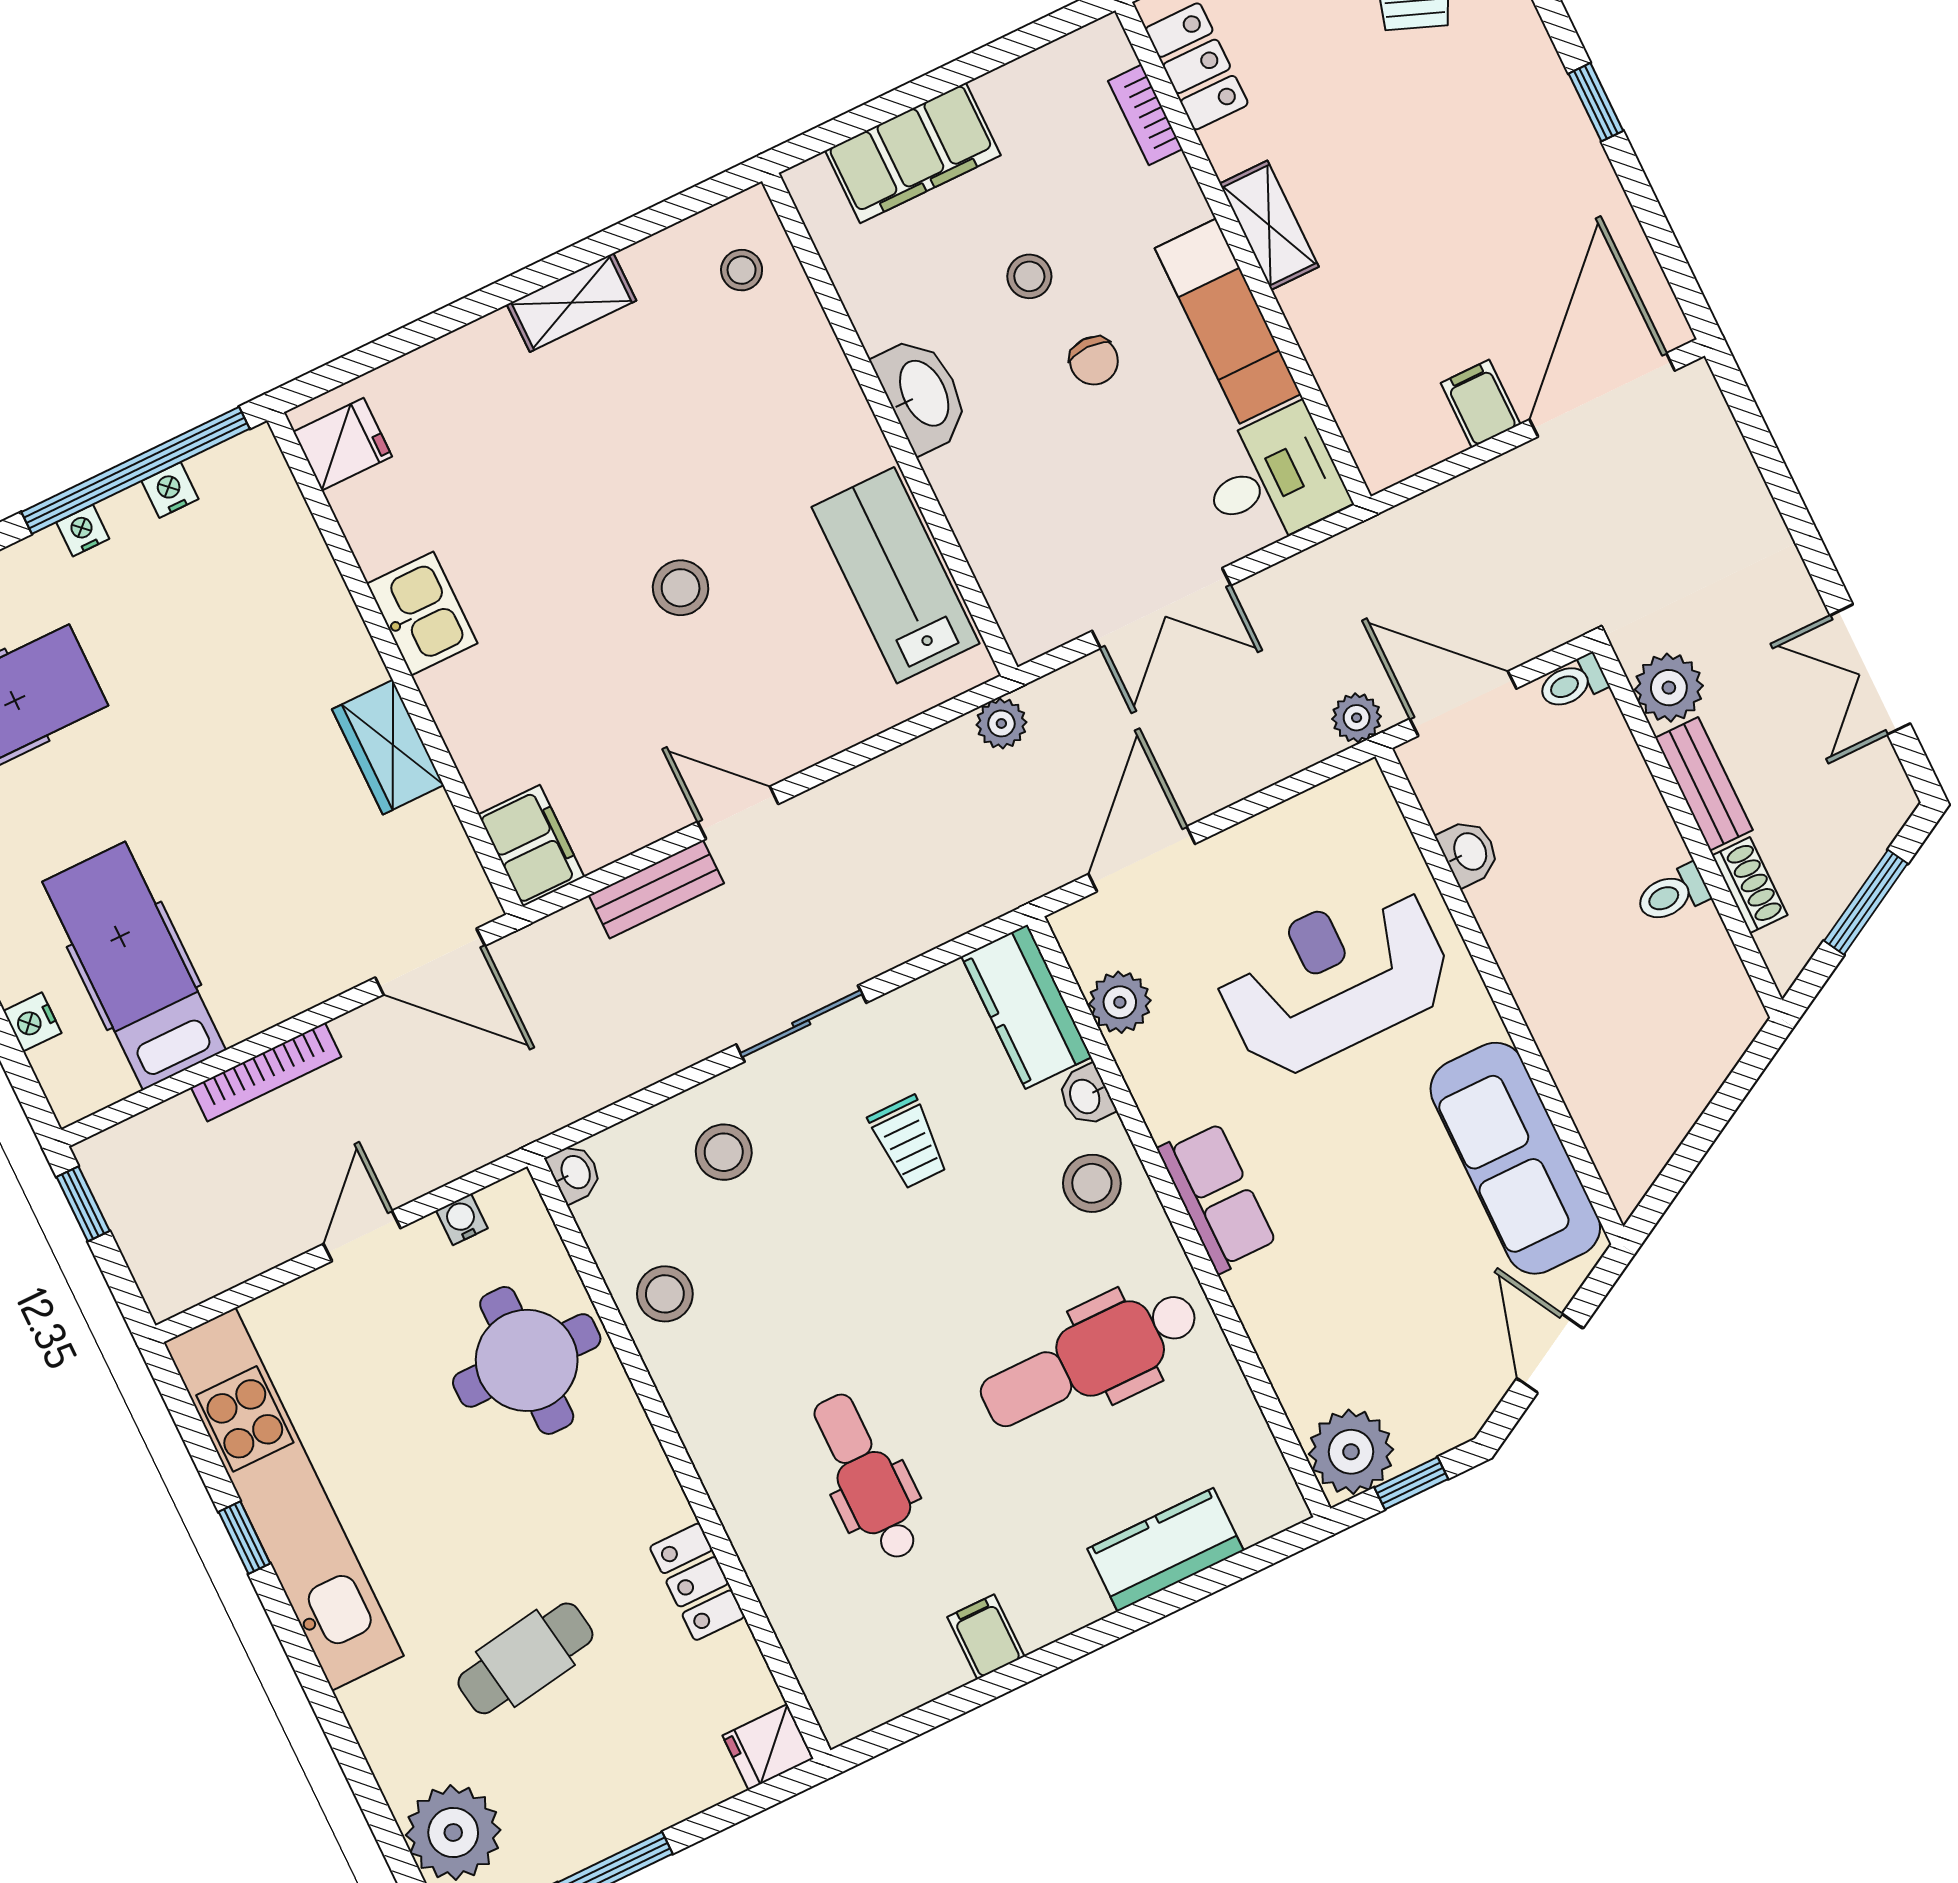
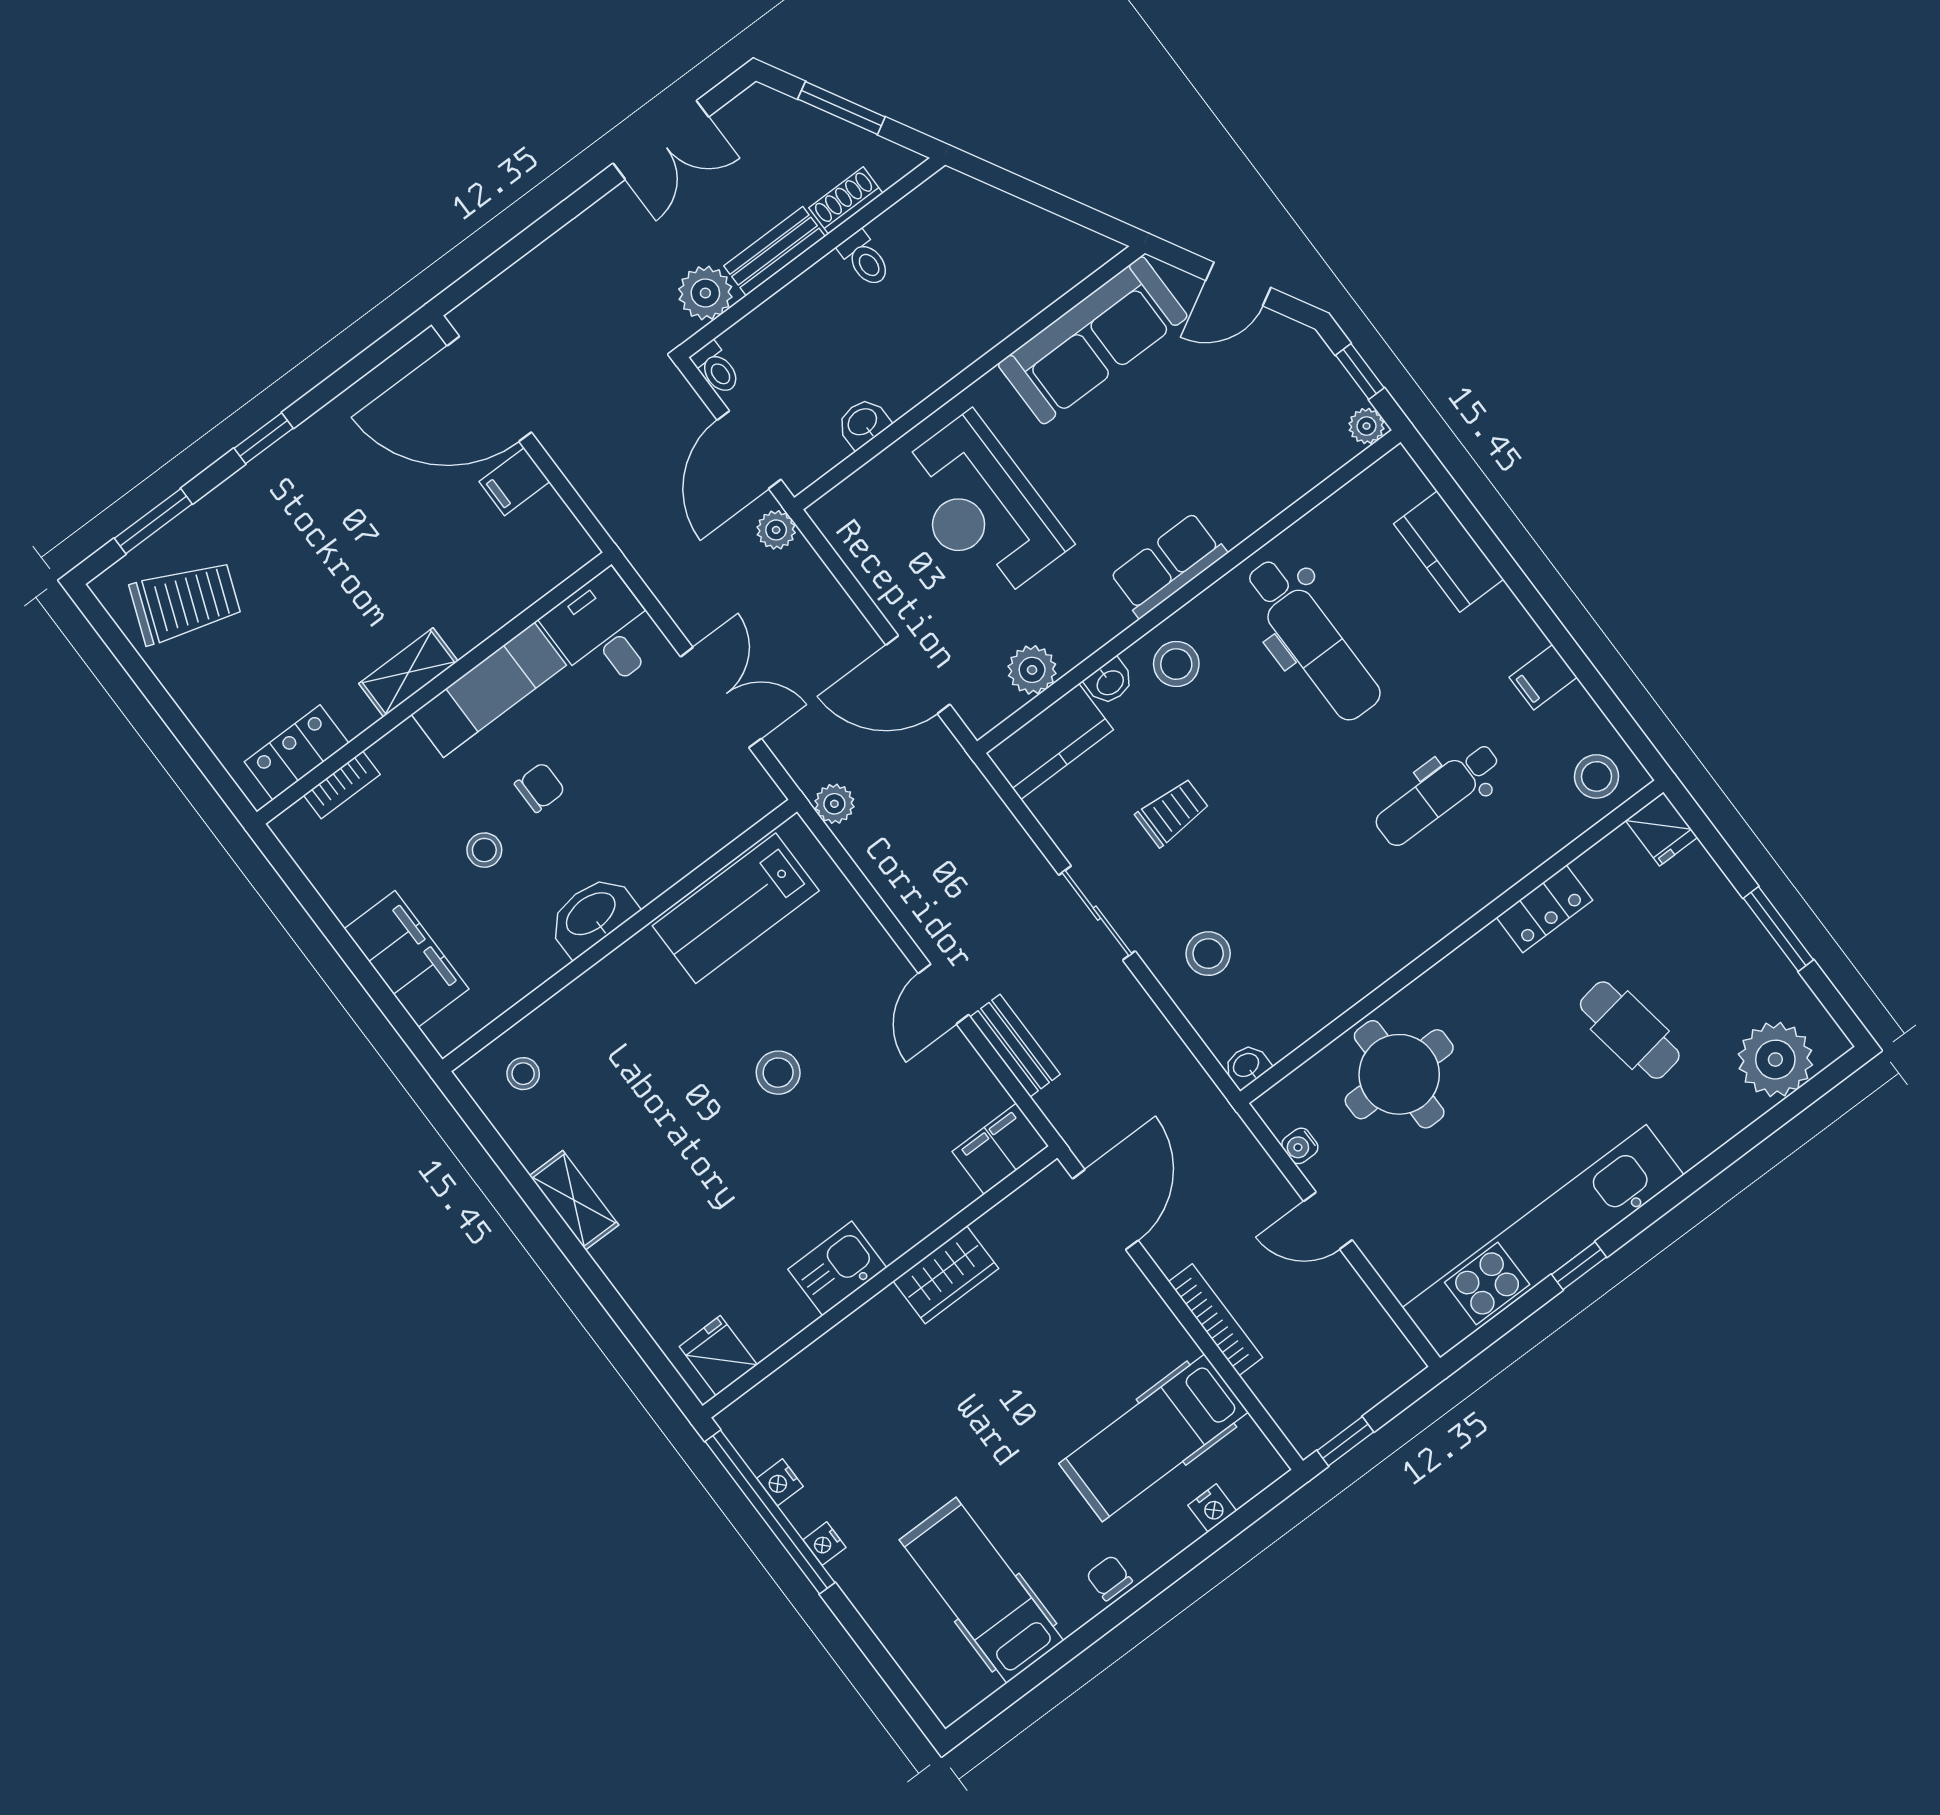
stool: (665, 1294) -> (1596, 776), moved
plant: (1351, 1452) -> (1367, 426), width x0.53, depth x0.53

